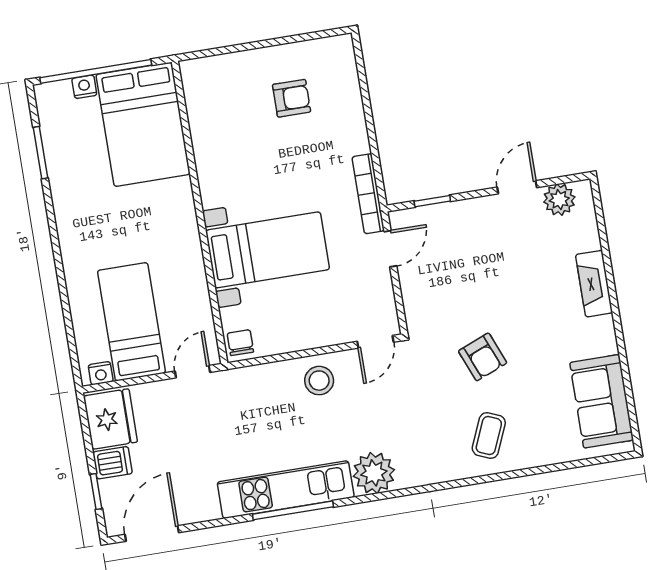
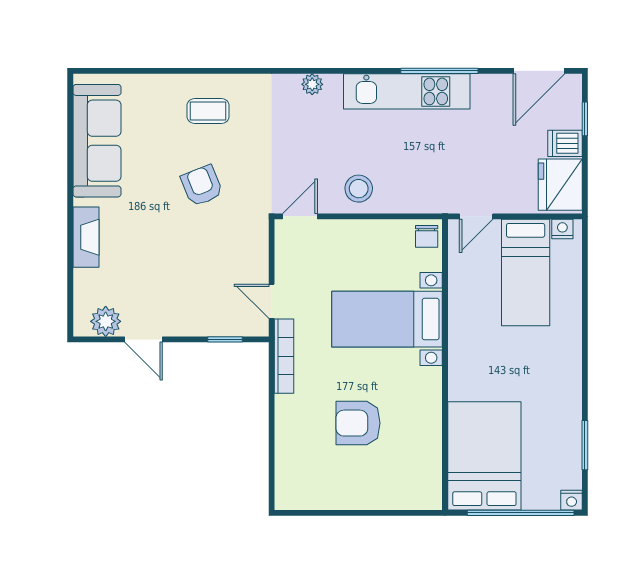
nightstand: (84, 87) -> (572, 500), moved
armchair: (292, 98) -> (358, 423), moved, width x1.38, depth x1.38
door: (517, 187) -> (143, 339), hinge flipped
door: (390, 249) -> (272, 301), hinge flipped
sofa: (602, 401) -> (97, 141), width x1.36
coffee table: (489, 436) -> (208, 111), turned 67
plant: (374, 473) -> (312, 84), width x0.53, depth x0.53
window: (293, 510) -> (439, 71), moved

